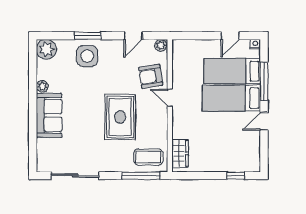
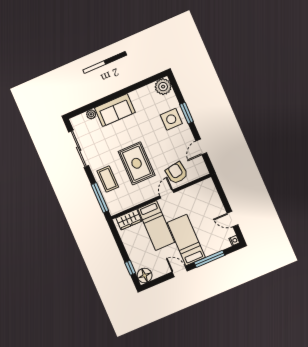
door: (133, 36) -> (201, 147), hinge flipped
plant: (161, 45) -> (203, 170), removed
bed: (232, 71) -> (156, 226), moved, turned 180
plant: (42, 86) -> (91, 114), moved
rug: (120, 117) -> (137, 163), turned 90
coffee table: (148, 157) -> (108, 179), moved
floor lamp: (251, 163) -> (145, 275), added

